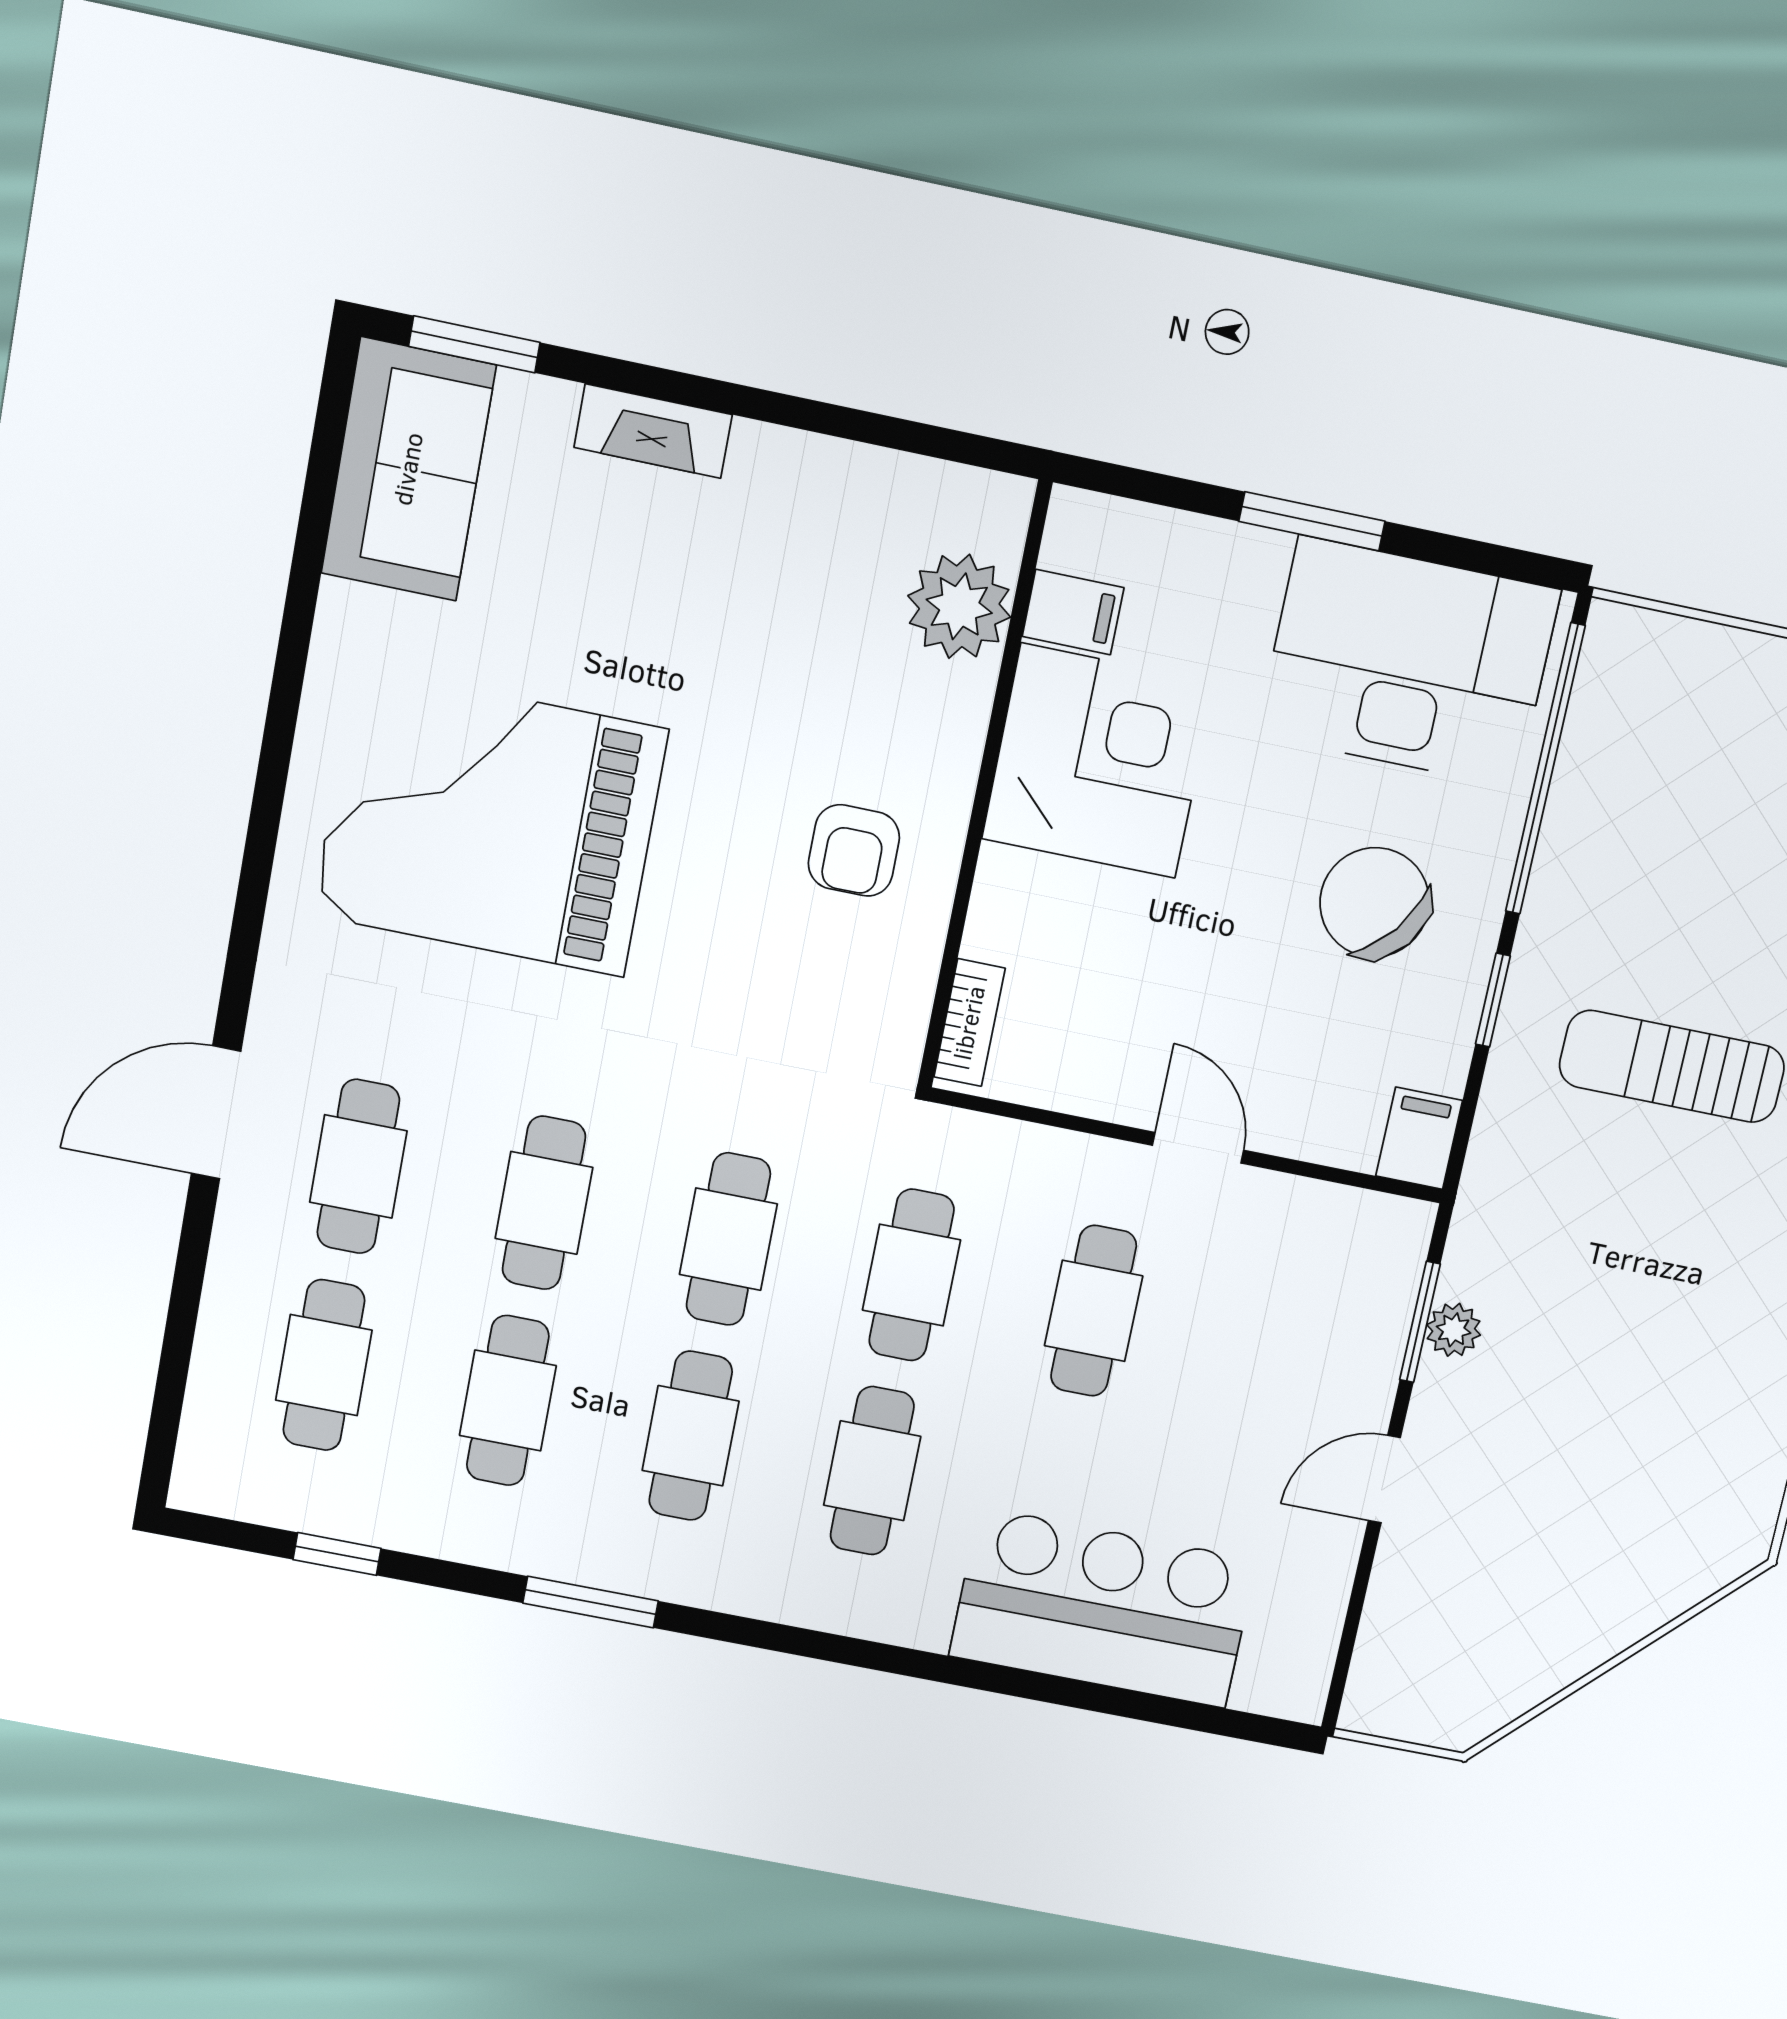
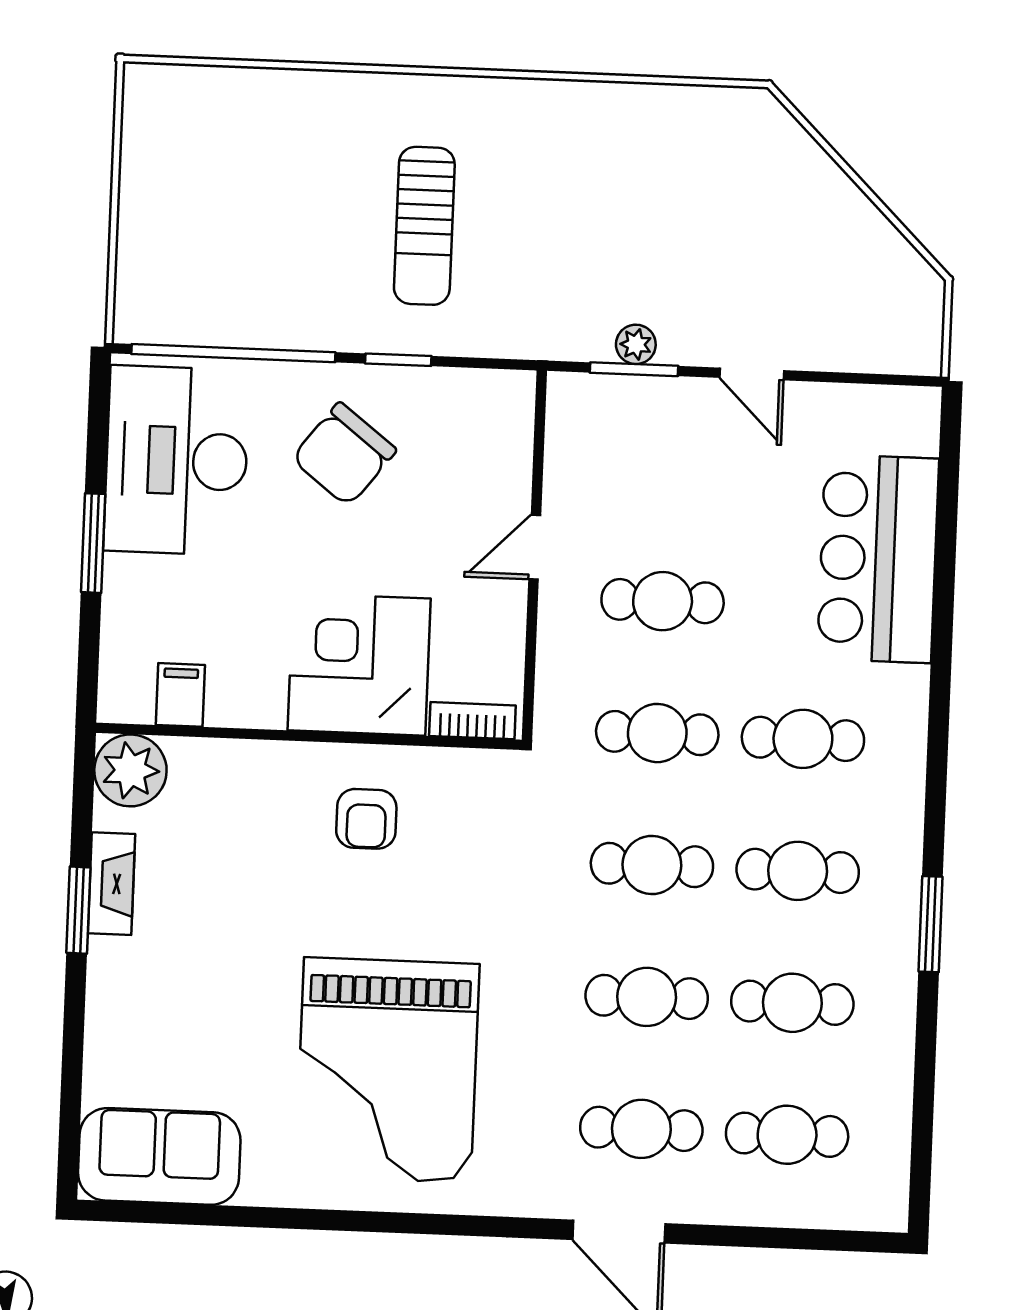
window: (474, 344) -> (78, 910), moved
fireplace: (653, 431) -> (111, 884), moved
plant: (959, 606) -> (130, 770), moved
corner desk: (1098, 761) -> (359, 664), moved
armchair: (854, 850) -> (366, 819), turned 90
filing cabinet: (1419, 1138) -> (503, 394), removed
window: (337, 1554) -> (923, 1108), removed

